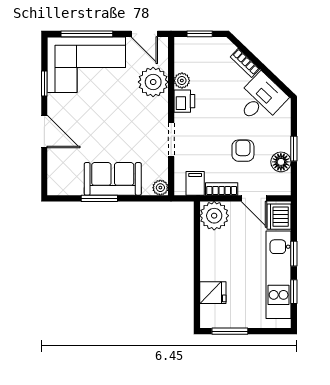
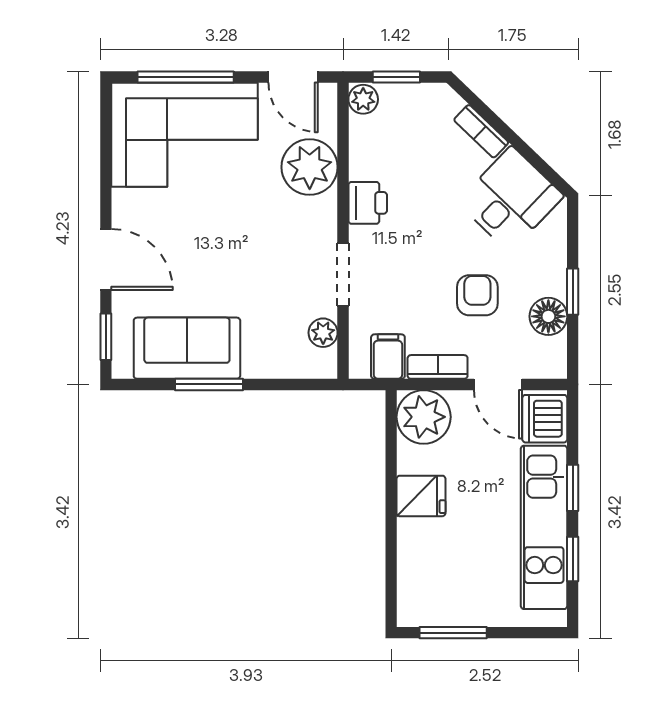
plant: (182, 80) -> (363, 99), moved
window: (44, 83) -> (106, 337), moved
sofa: (113, 179) -> (187, 348), moved
plant: (160, 188) -> (323, 333), moved
fridge: (213, 293) -> (421, 496), moved

